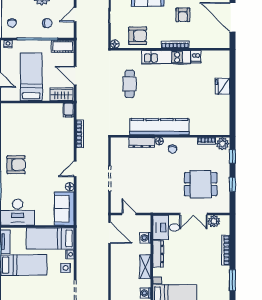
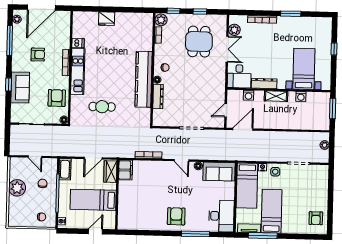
filing cabinet: (69, 110) -> (125, 170), width x2.00

